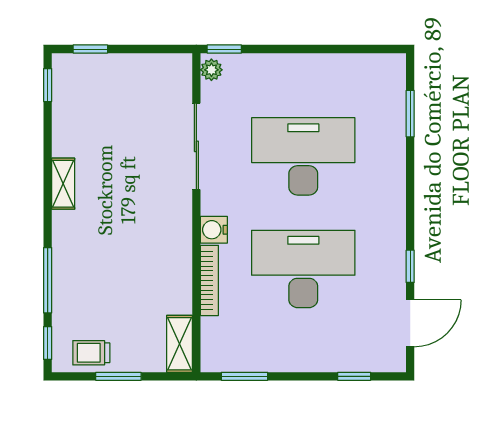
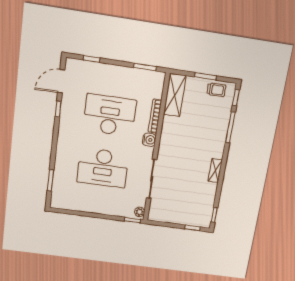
desk: (303, 269) -> (110, 115), turned 180
shelving: (180, 344) -> (175, 95), width x1.50, depth x1.33

